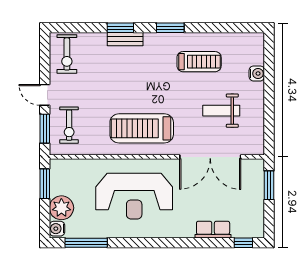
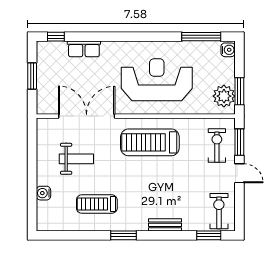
window: (120, 28) -> (209, 235), moved
treadmill: (142, 128) -> (150, 142), turned 180
window: (269, 185) -> (32, 76), moved
plant: (61, 208) -> (224, 96), moved

